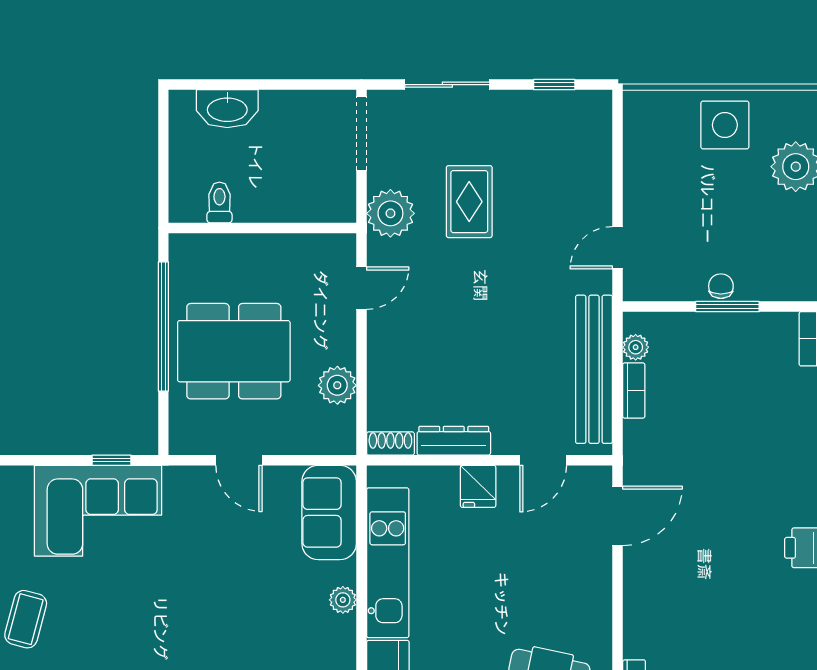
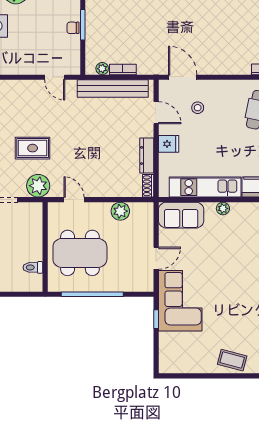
dining table: (234, 351) -> (80, 253), moved, turned 90
corner sofa: (98, 511) -> (180, 301), moved
stool: (554, 547) -> (198, 108), added

